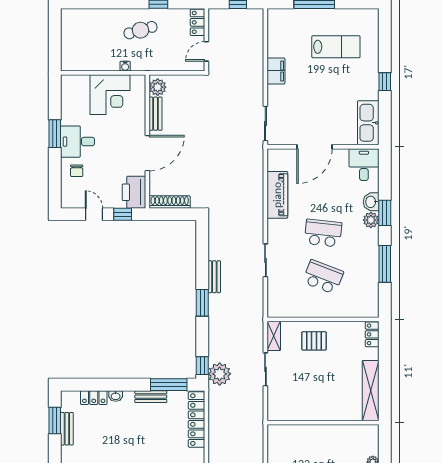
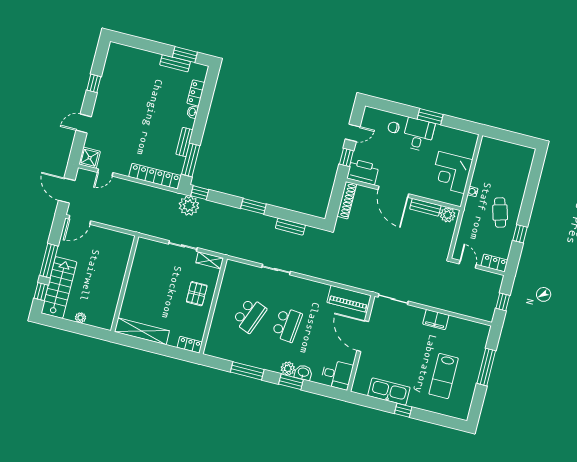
kitchen sink: (368, 123) -> (389, 392), moved
piano: (277, 195) -> (349, 299), moved
bench: (214, 277) -> (290, 227), moved

